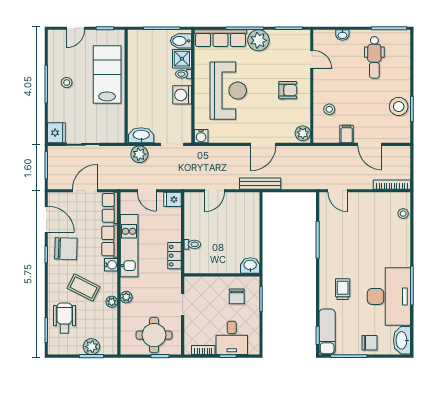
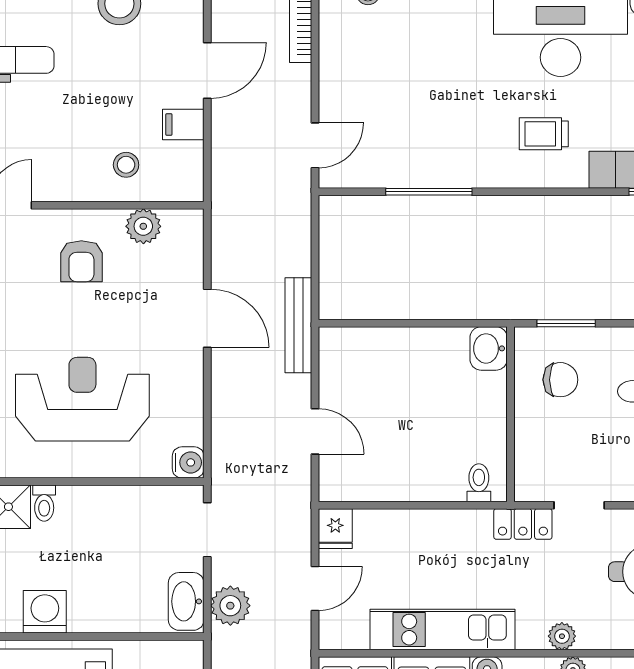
armchair: (288, 90) -> (81, 261), turned 180
washing machine: (182, 95) -> (45, 612), moved, turned 180
plant: (303, 133) -> (143, 226), moved
toilet: (192, 244) -> (479, 483), moved
locker: (175, 256) -> (523, 524), moved

